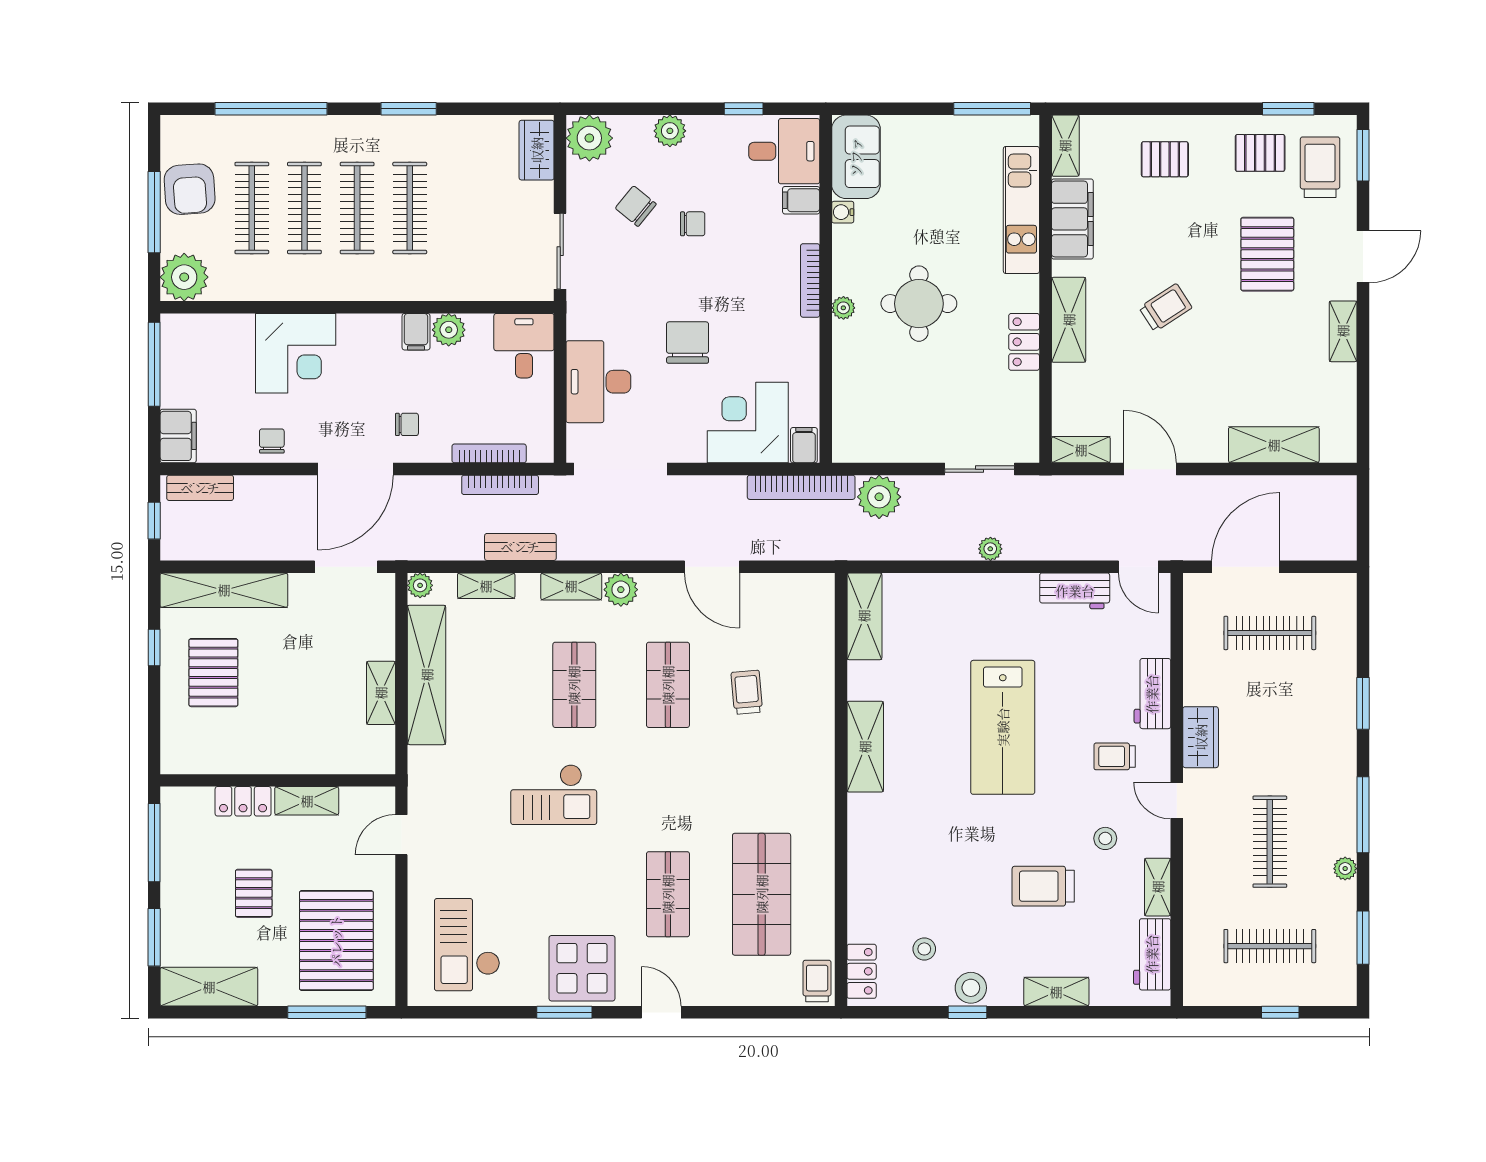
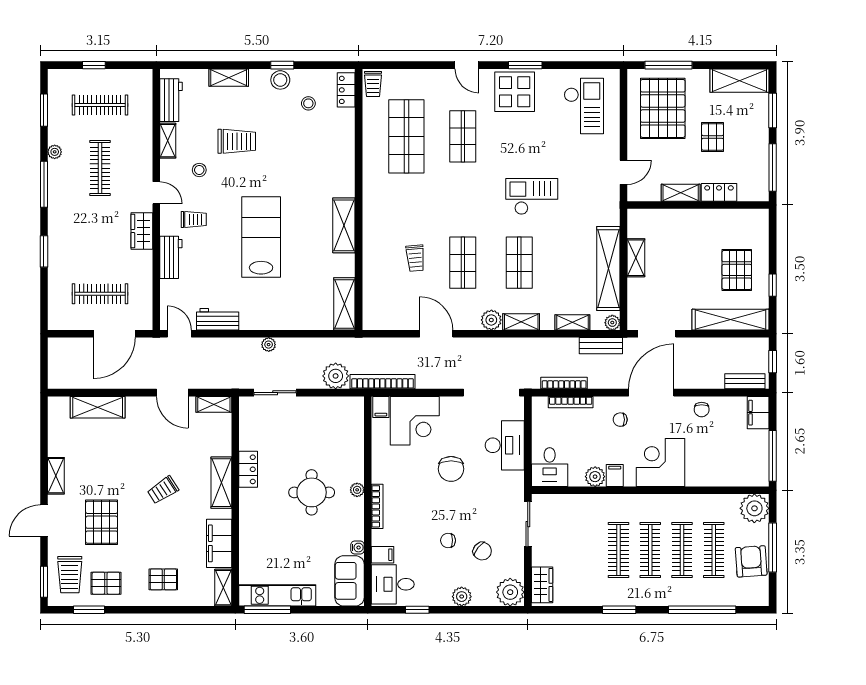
kitchen unit: (1021, 210) -> (277, 595), moved, turned -90
corner desk: (296, 353) -> (660, 462), moved
bench: (520, 547) -> (601, 346), moved

